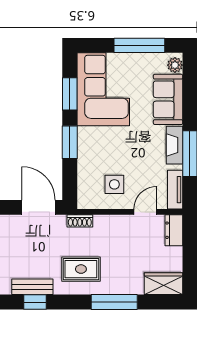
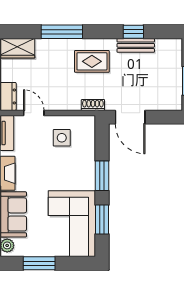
window: (139, 45) -> (39, 263), width x0.69
door: (145, 212) -> (34, 113), swing flipped

